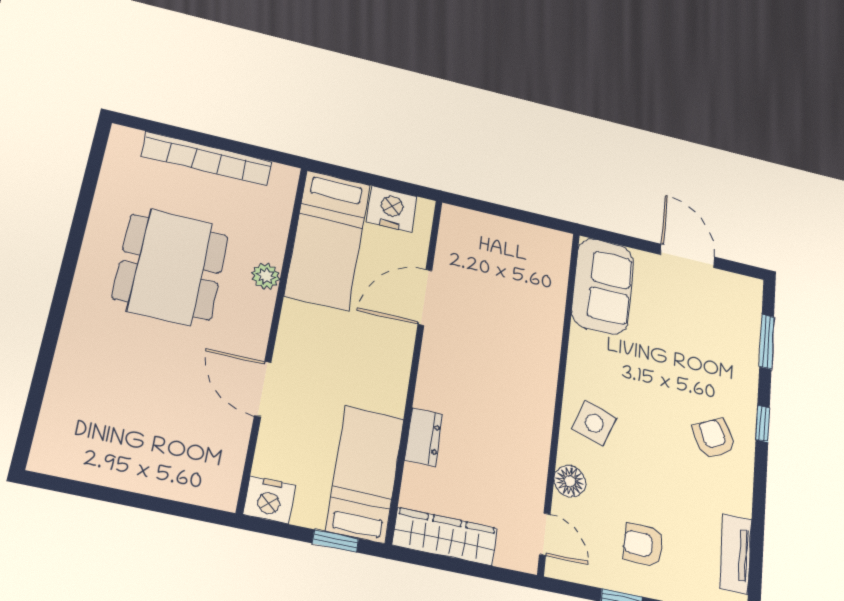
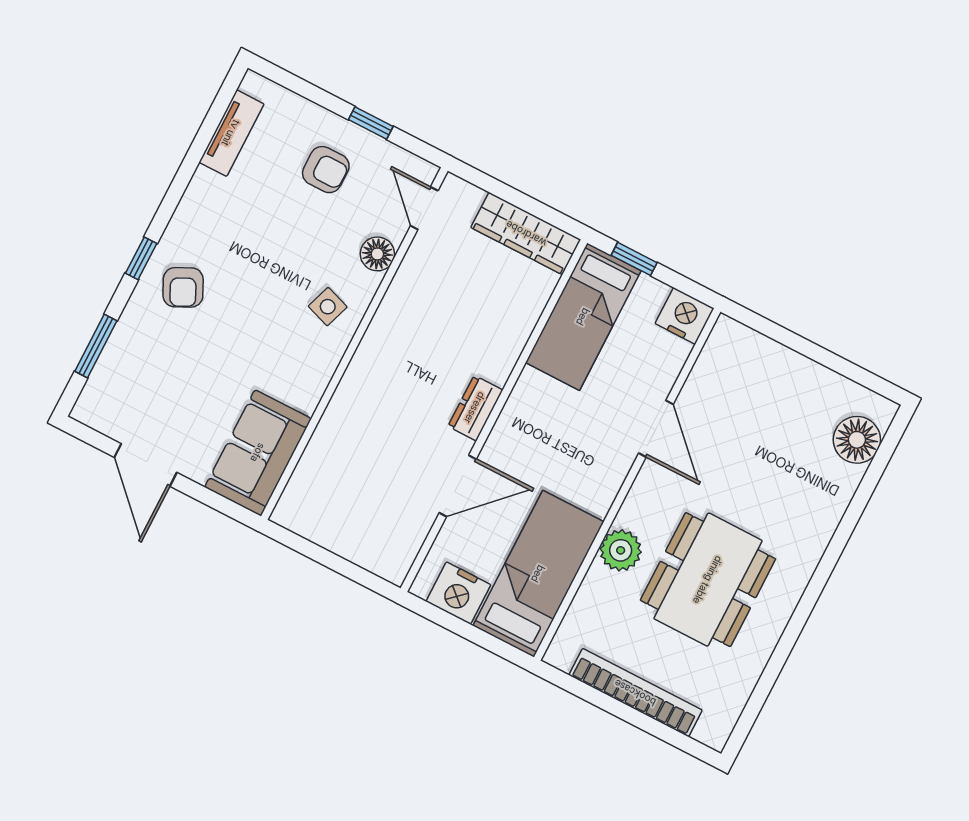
plant: (266, 276) -> (621, 550), width x1.38, depth x1.38
side table: (594, 423) -> (328, 307), width x0.73, depth x0.73
floor lamp: (62, 426) -> (857, 440), added
dresser: (424, 437) -> (475, 408), moved
armchair: (714, 438) -> (183, 287), moved

